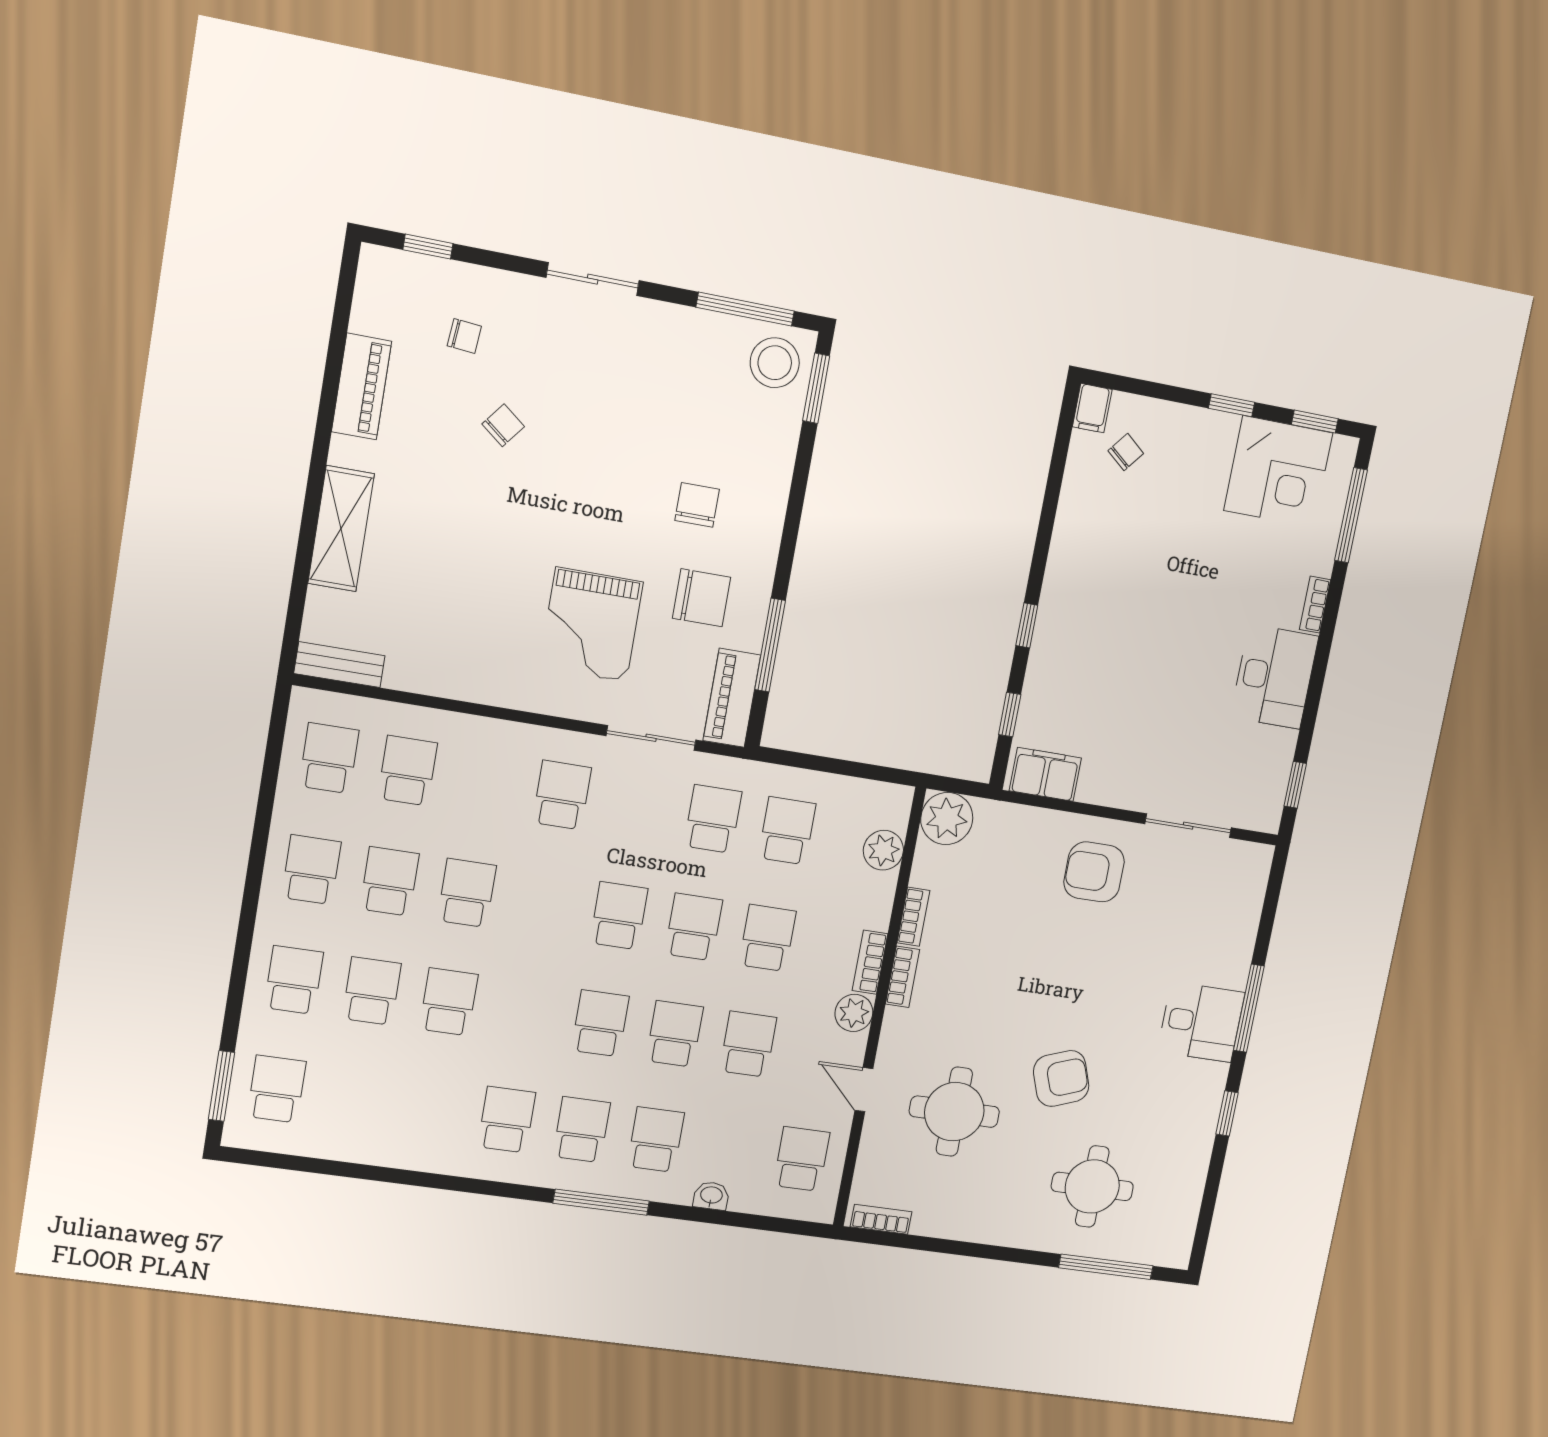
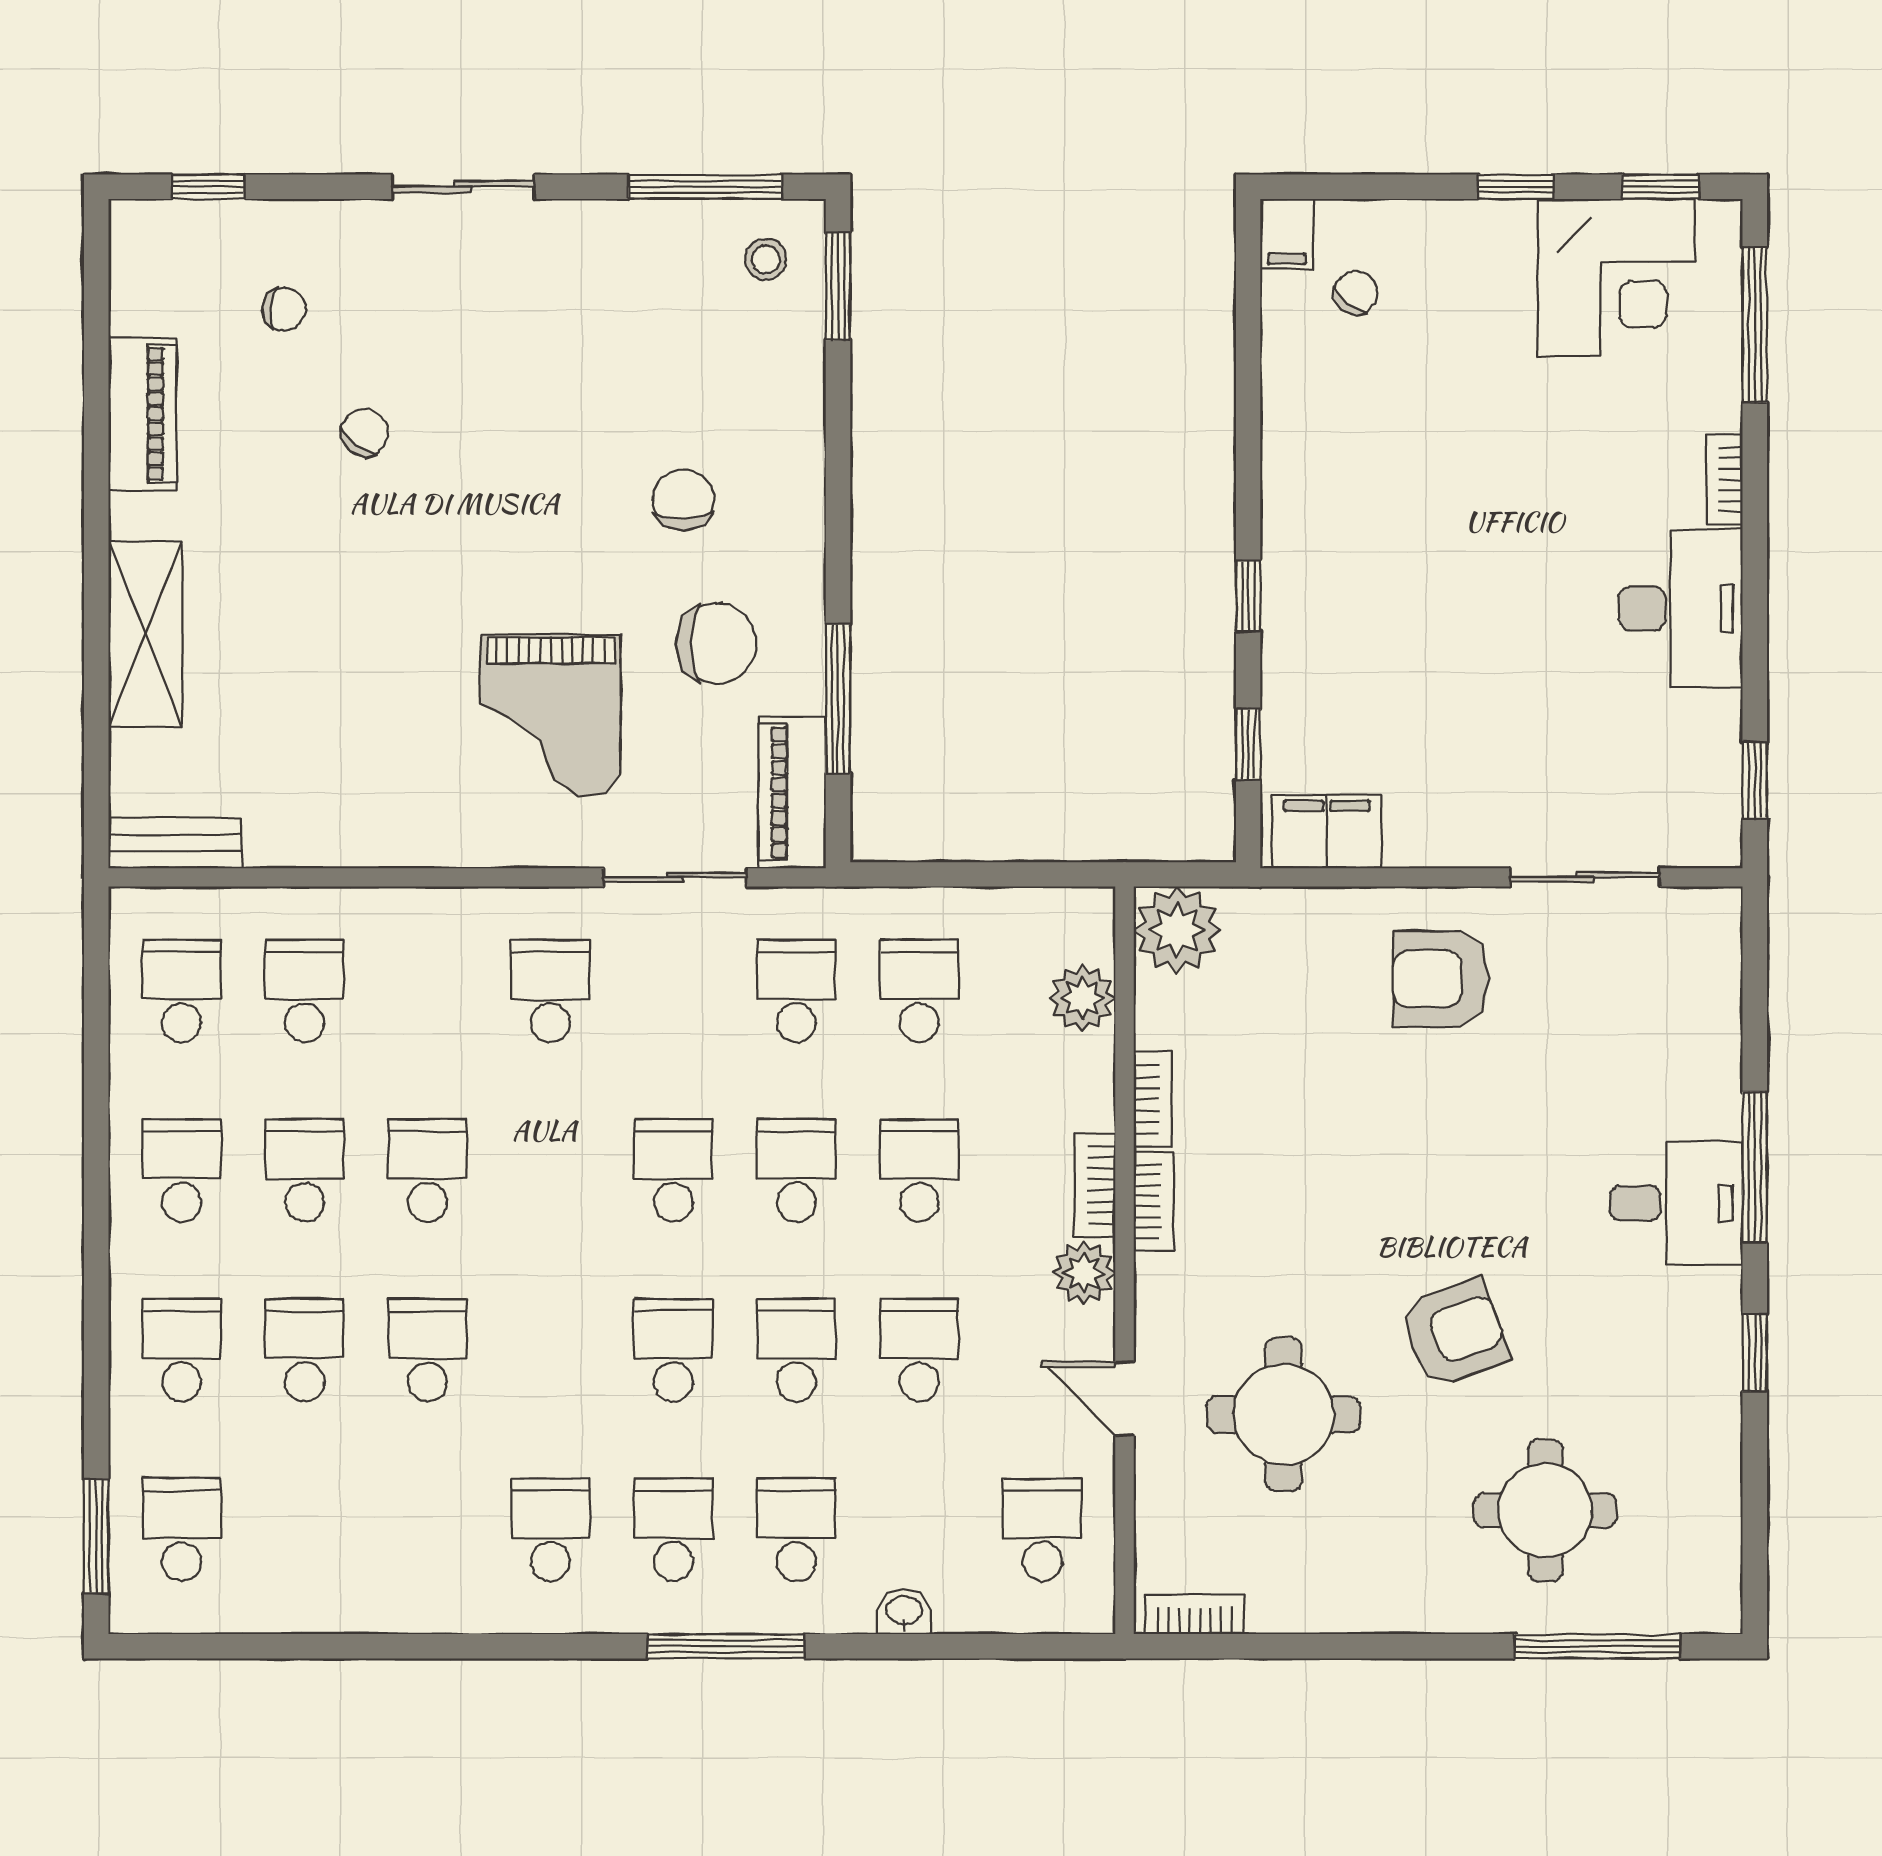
stool: (775, 363) -> (766, 259), width x0.53, depth x0.53

